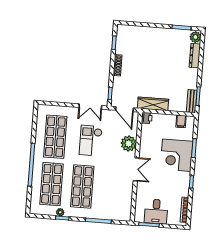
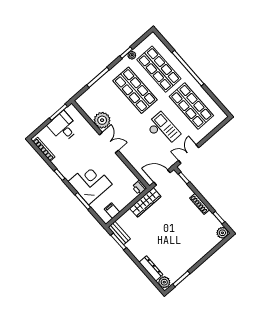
plant: (122, 30) -> (222, 233), added
plant: (129, 144) -> (102, 120), moved
double door: (136, 169) -> (109, 143), swing flipped

